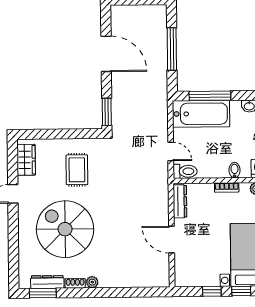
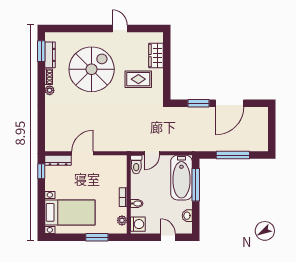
window: (107, 112) -> (199, 103), moved
wardrobe: (26, 160) -> (156, 56), moved, turned 90
dresser: (180, 201) -> (58, 160), moved
window: (212, 291) -> (41, 171), moved
window: (241, 291) -> (41, 208), removed

